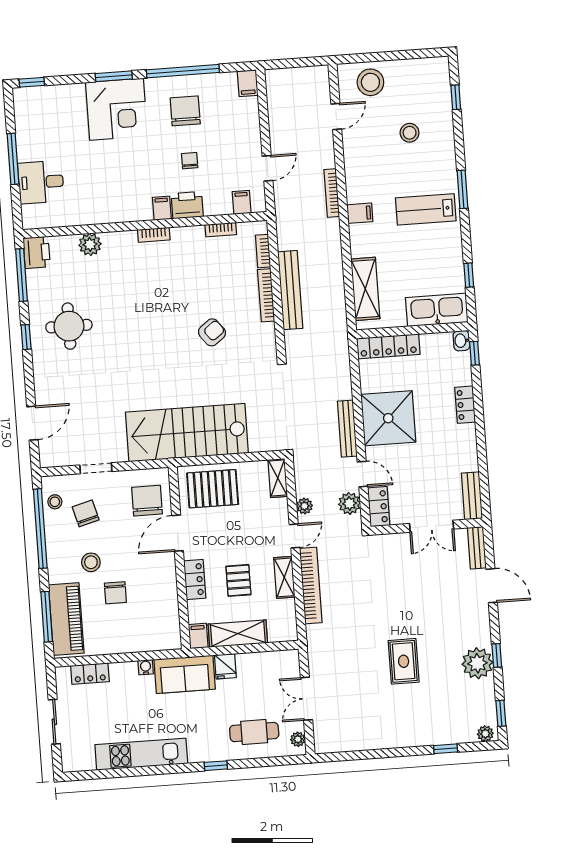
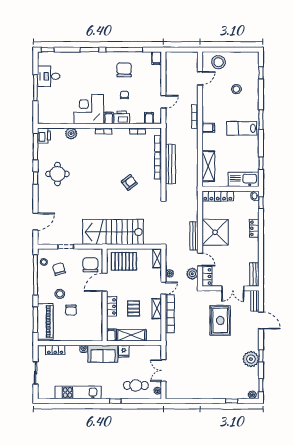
corner desk: (116, 109) -> (89, 109), moved, turned 180
desk: (41, 182) -> (49, 76), moved
rug: (404, 661) -> (220, 320), moved, width x1.36, depth x1.43

